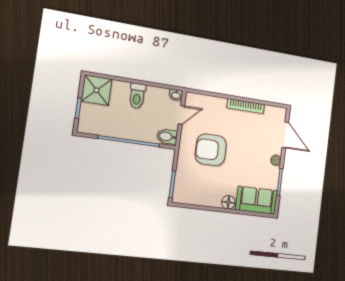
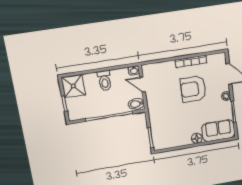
door: (181, 115) -> (142, 84), swing flipped
armchair: (211, 150) -> (193, 89), moved

